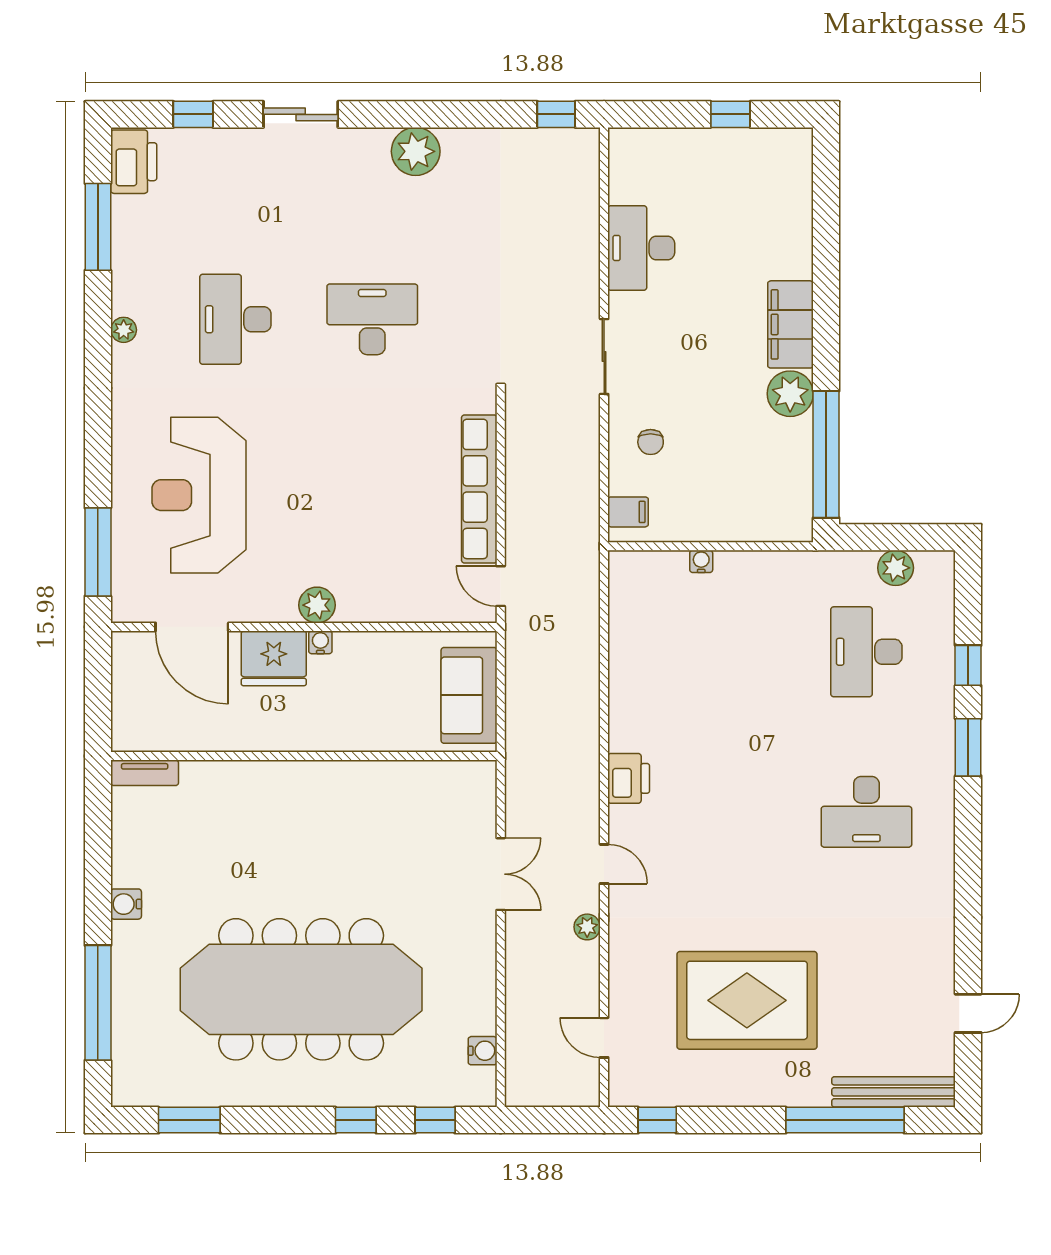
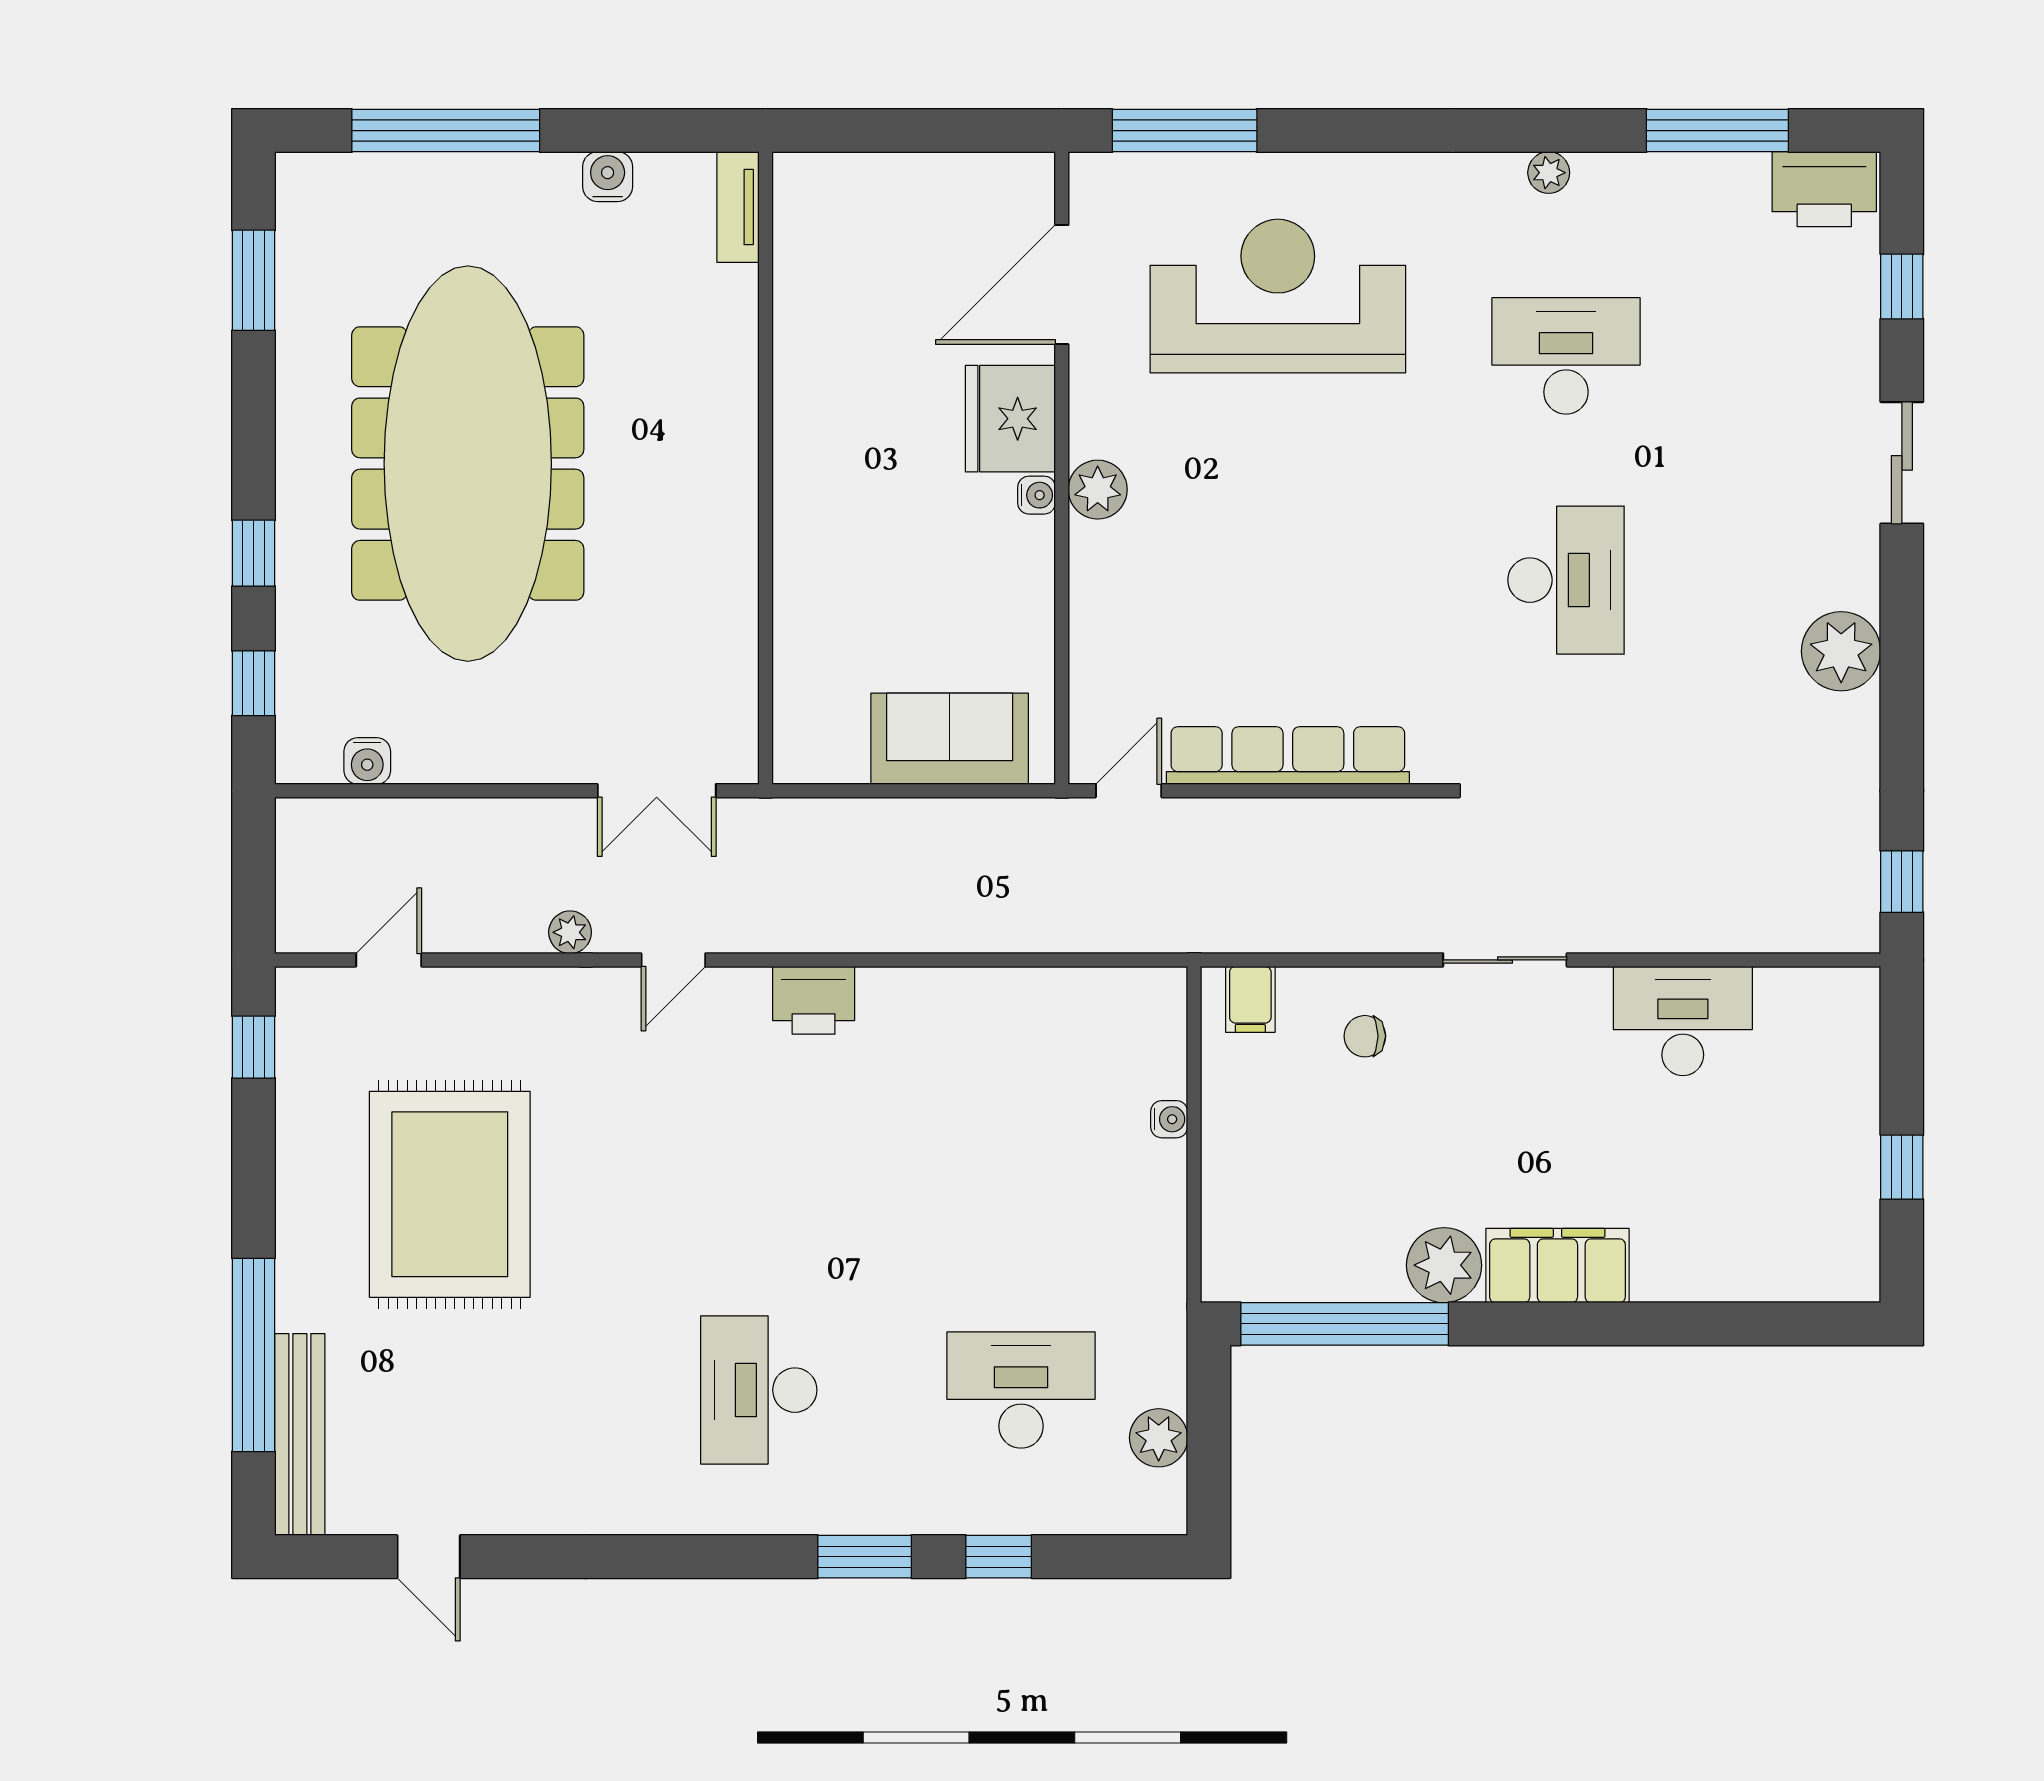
wall: (304, 756) -> (766, 468), moved
tv unit: (145, 773) -> (738, 207), moved

